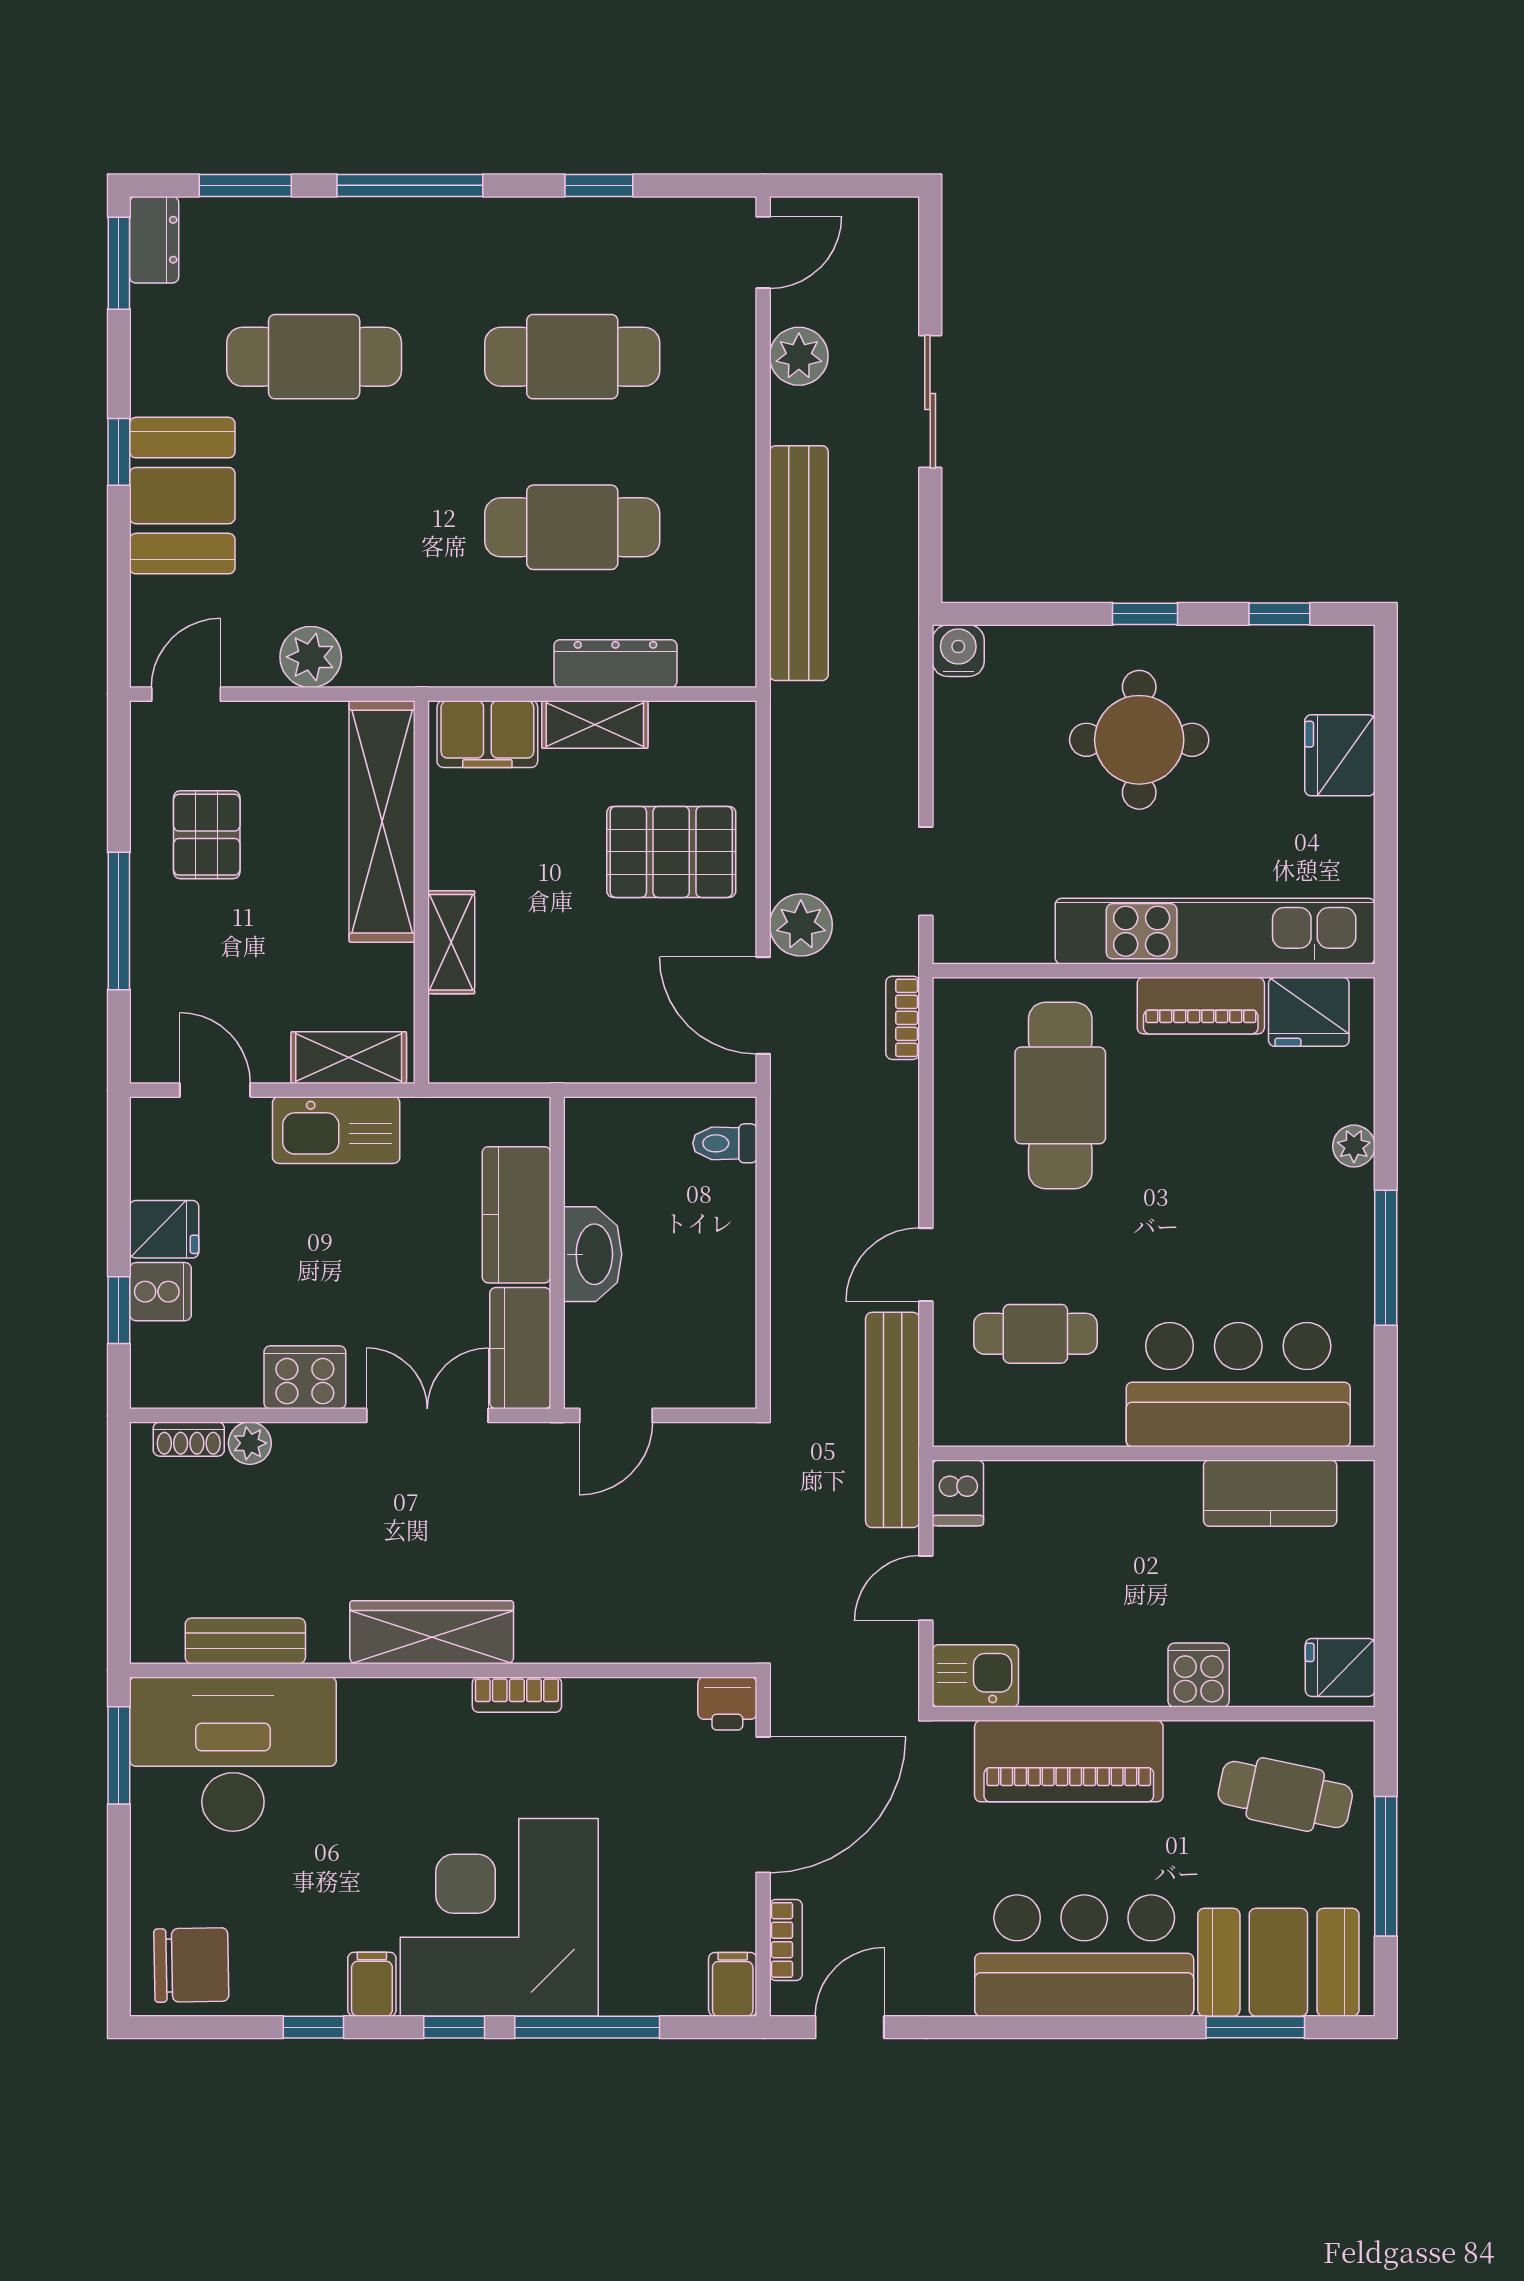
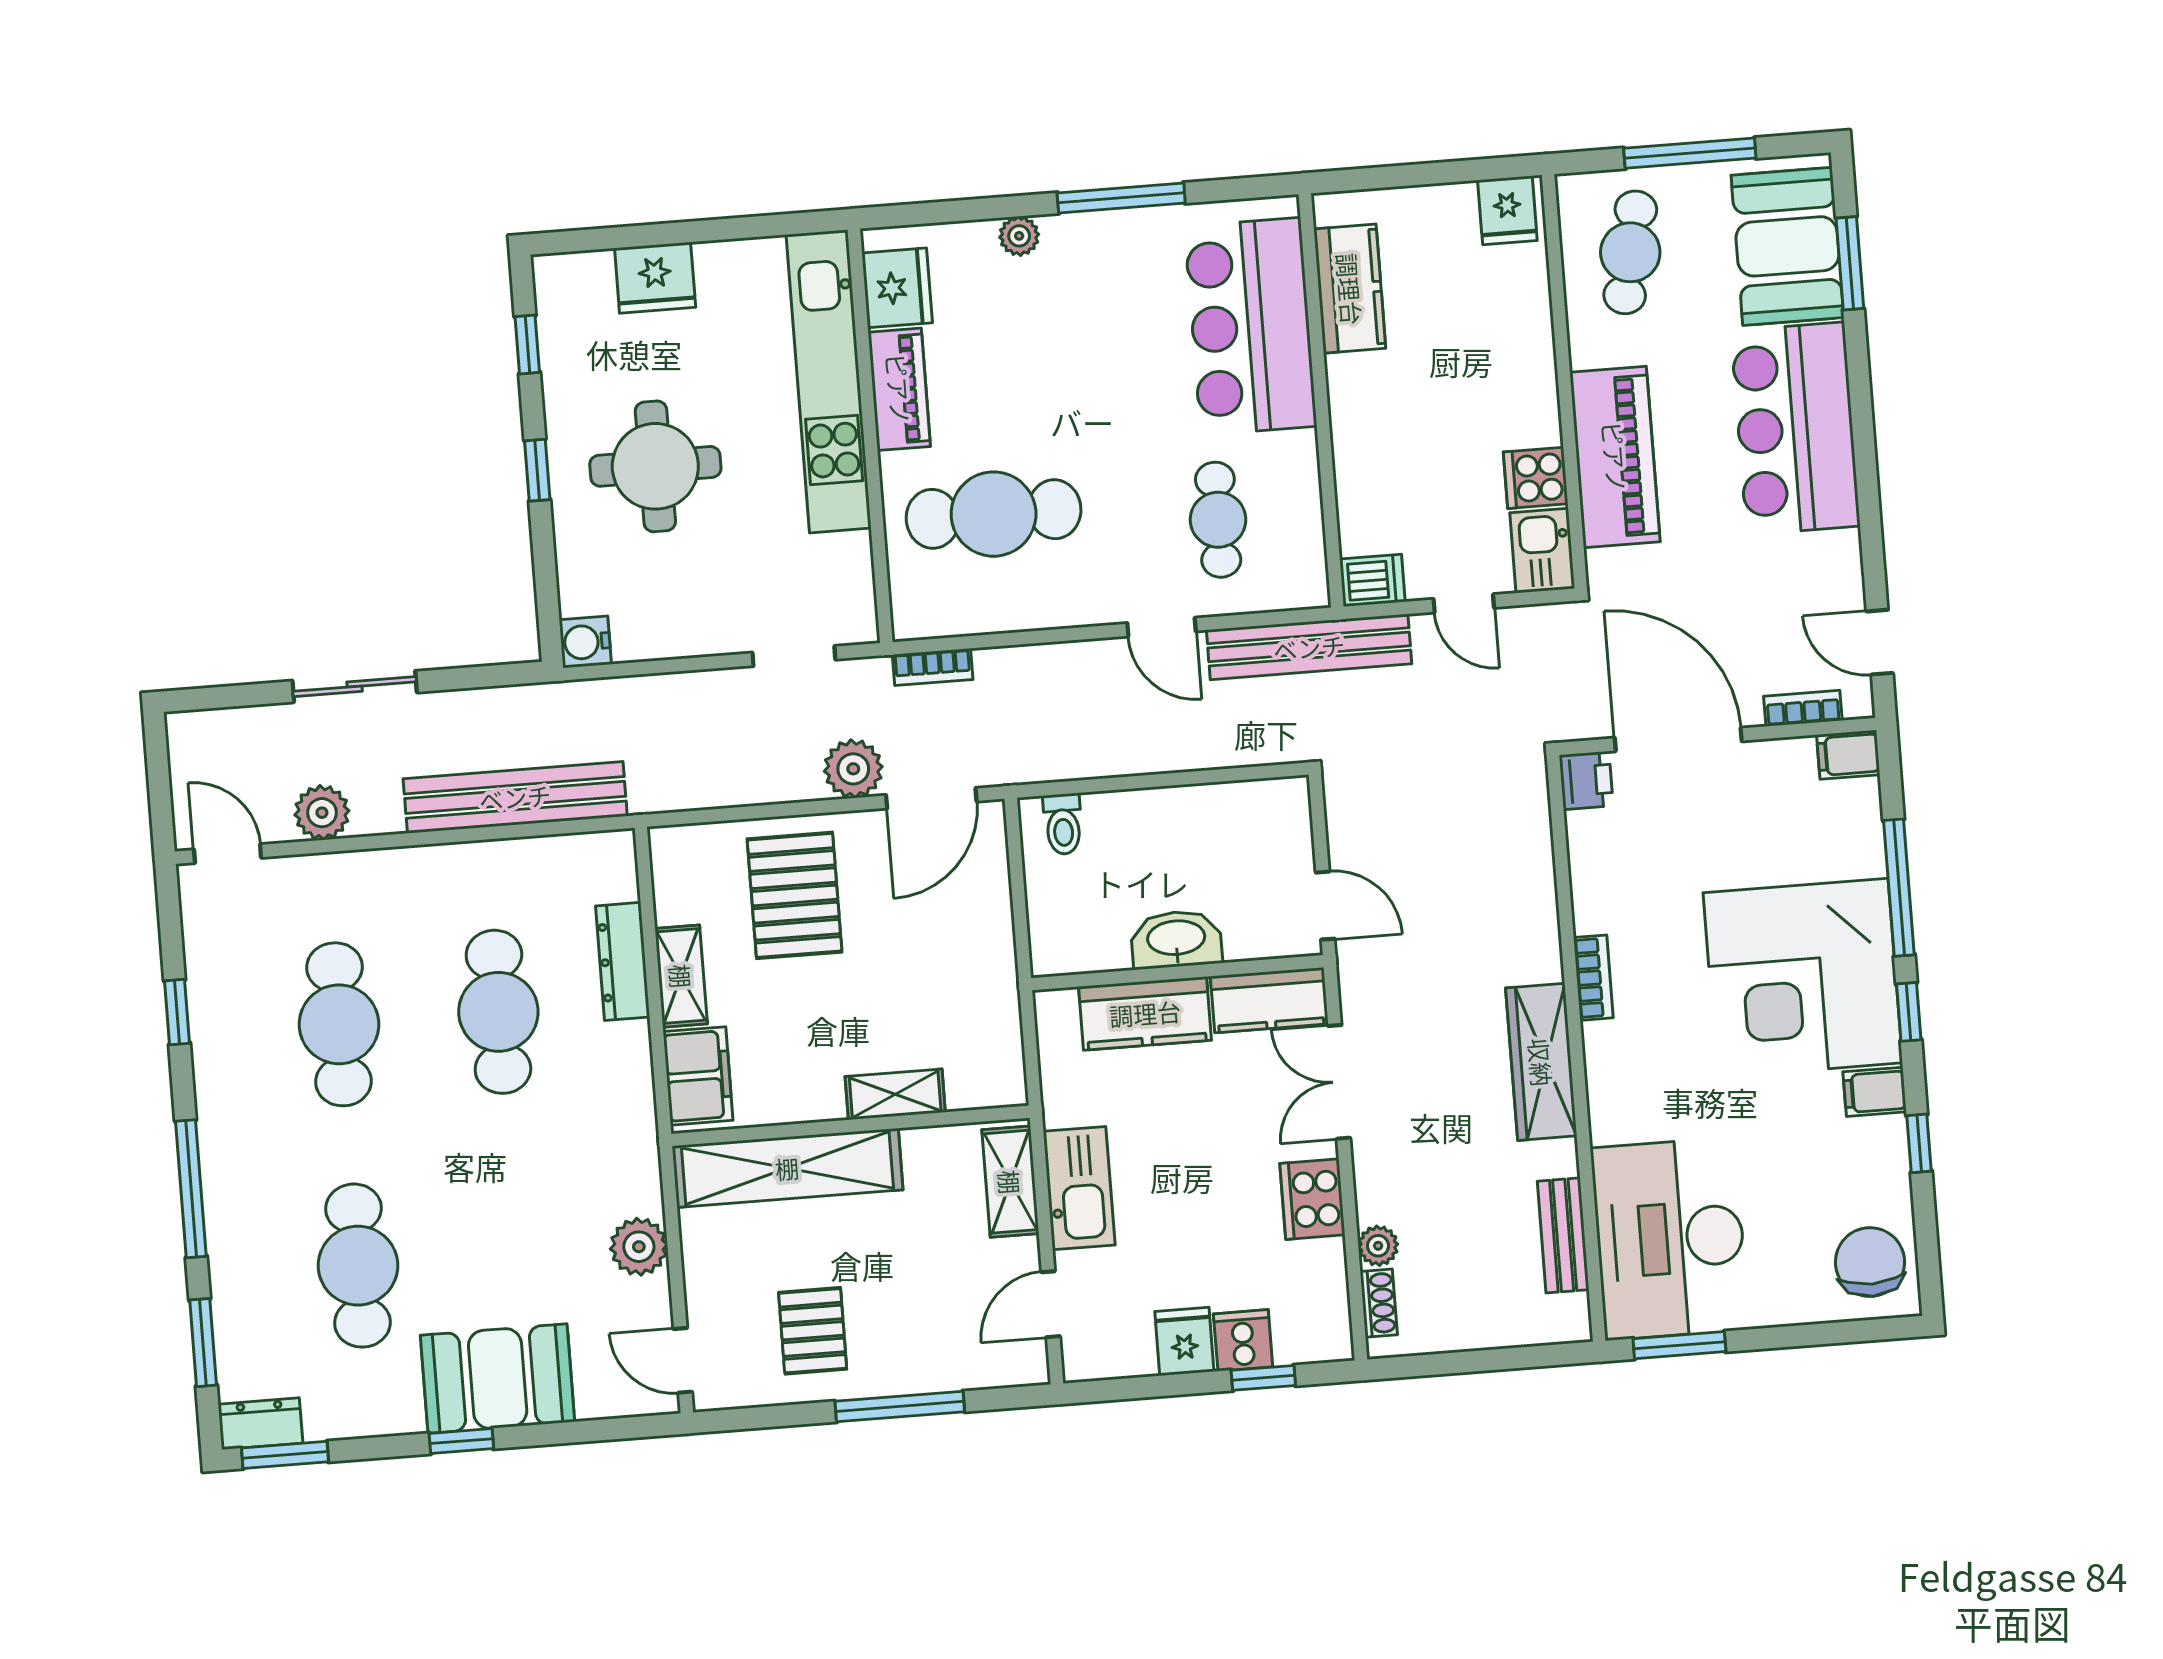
pallet: (207, 835) -> (813, 1331), turned 90
cooker: (1199, 1675) -> (1536, 478), moved

